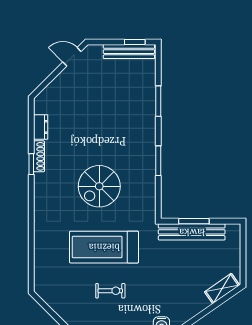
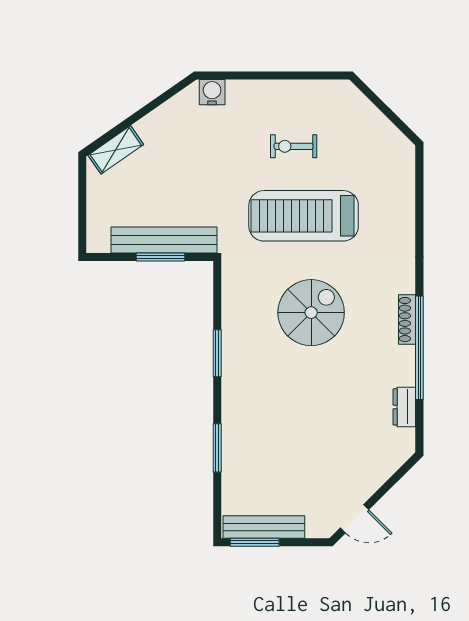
window: (135, 42) -> (255, 542), width x1.50
shoe rack: (39, 156) -> (407, 320), moved
window: (31, 164) -> (419, 348), width x3.17
treadmill: (104, 247) -> (304, 216), turned 180

